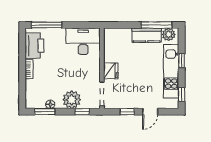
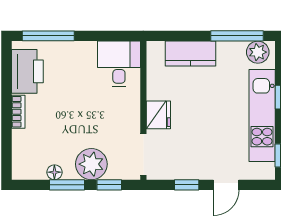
kitchen counter: (147, 35) -> (191, 53), moved
desk: (83, 41) -> (119, 64), width x0.73
window: (45, 112) -> (67, 185), moved

